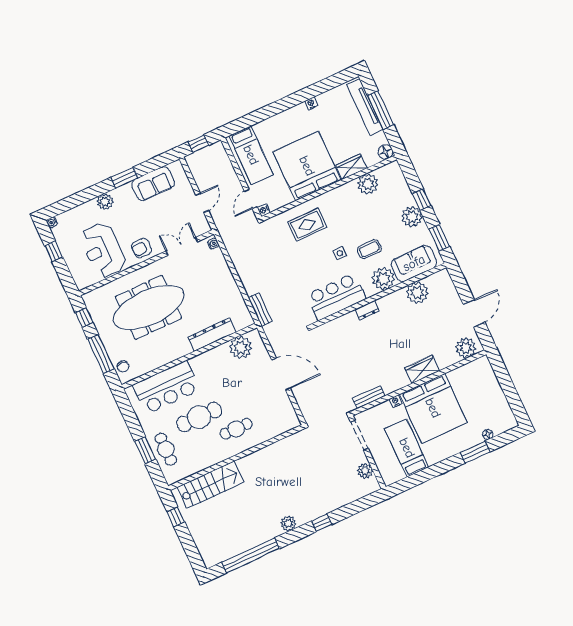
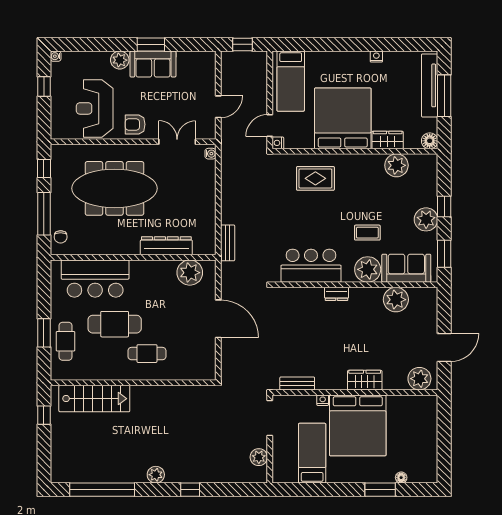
sofa: (153, 184) -> (153, 64), moved
side table: (340, 253) -> (335, 223), removed

